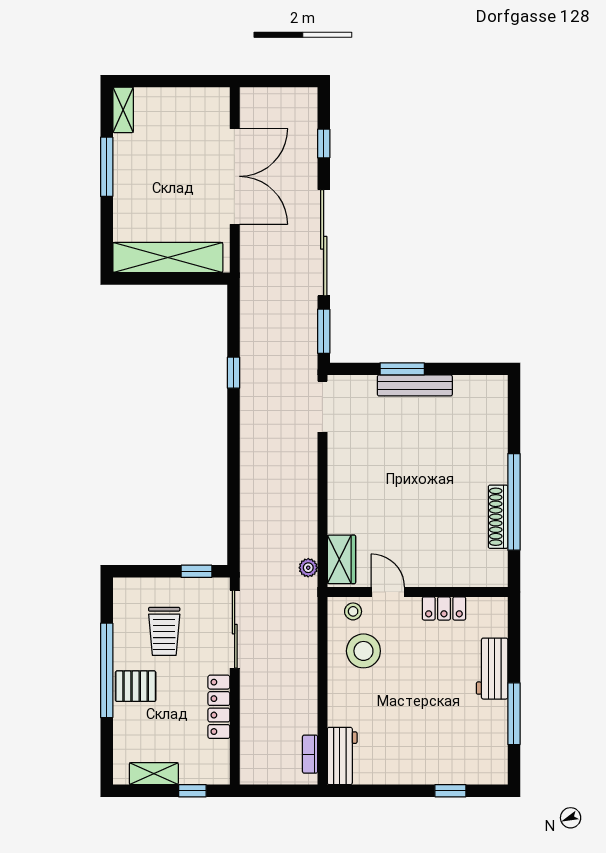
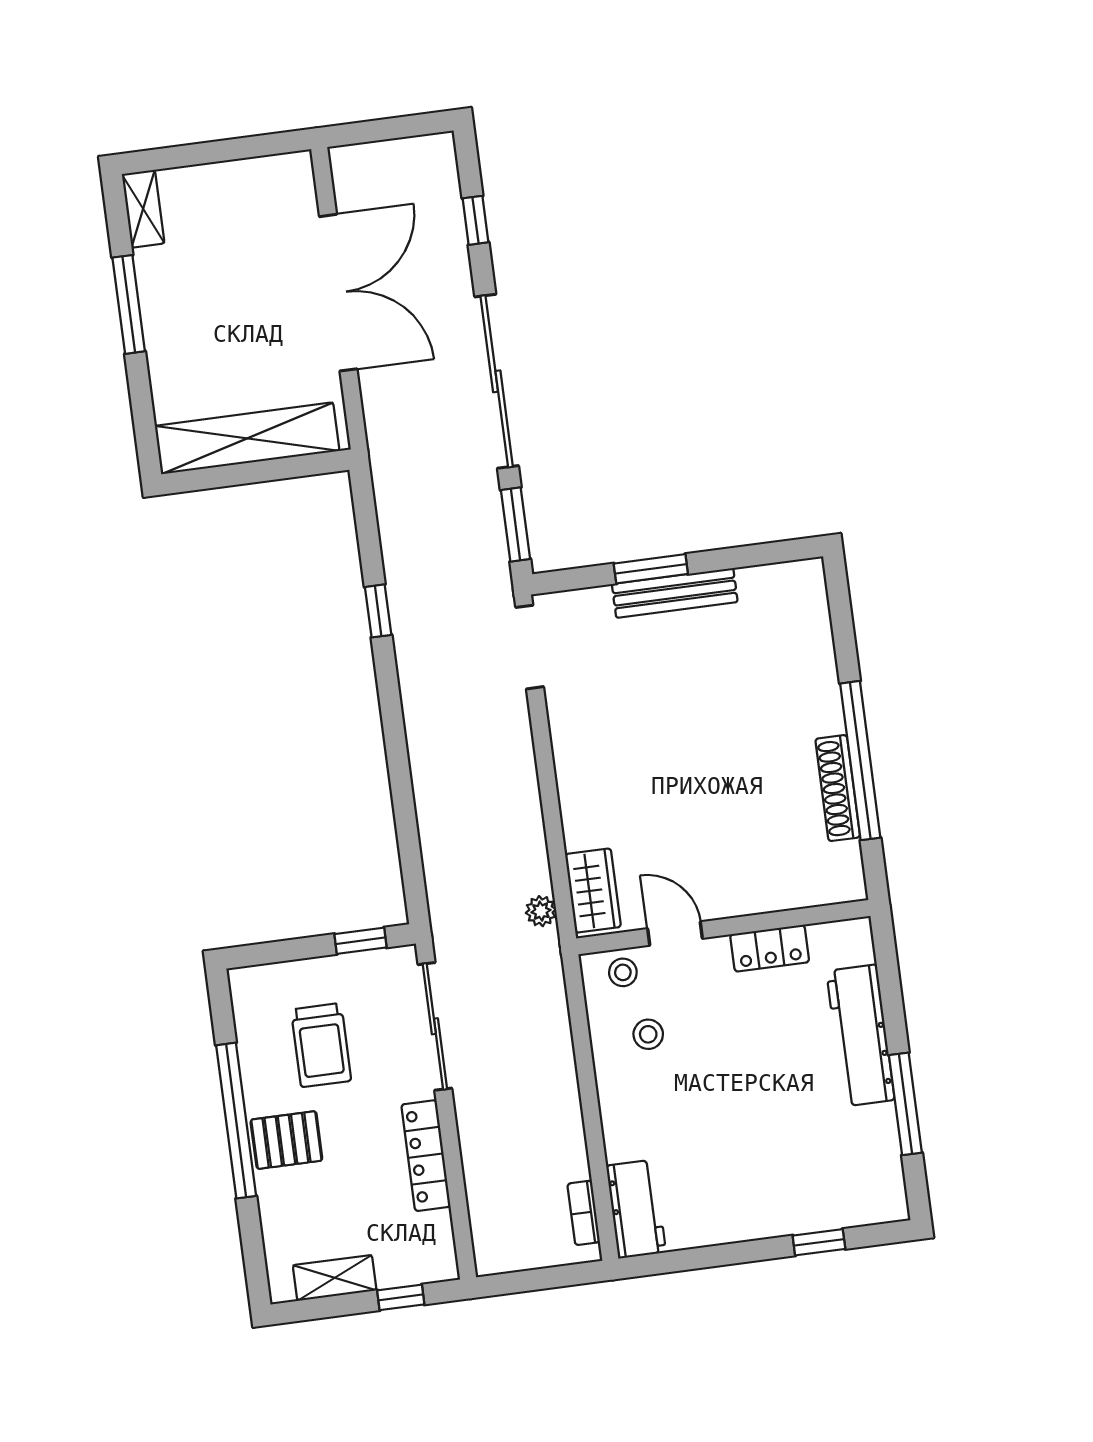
stool: (363, 651) -> (648, 1034), width x0.53, depth x0.53
workbench: (492, 669) -> (860, 1035), width x1.38

